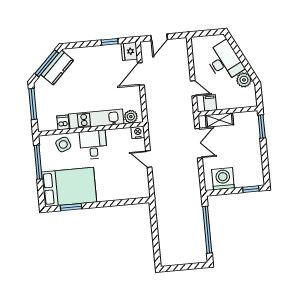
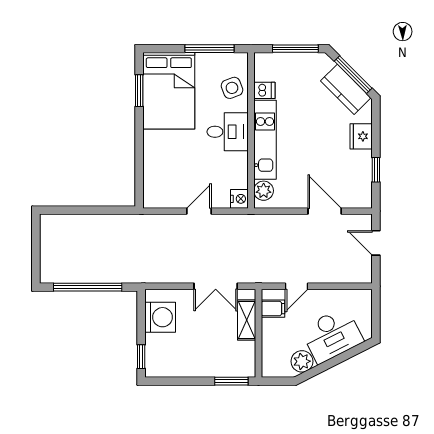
fridge: (129, 51) -> (361, 136), moved, turned -90

